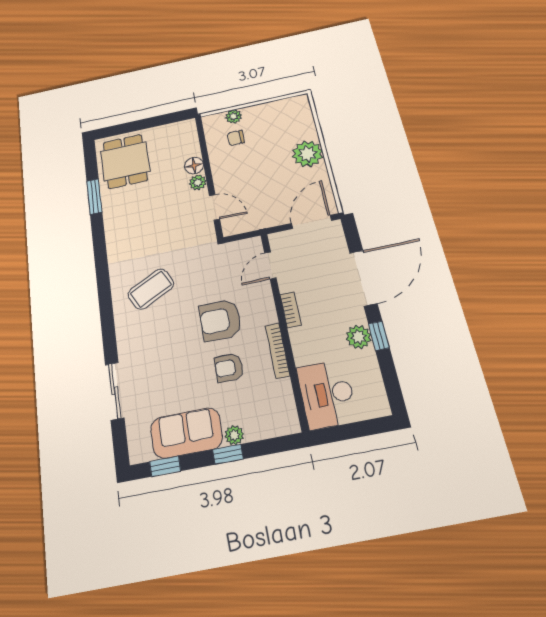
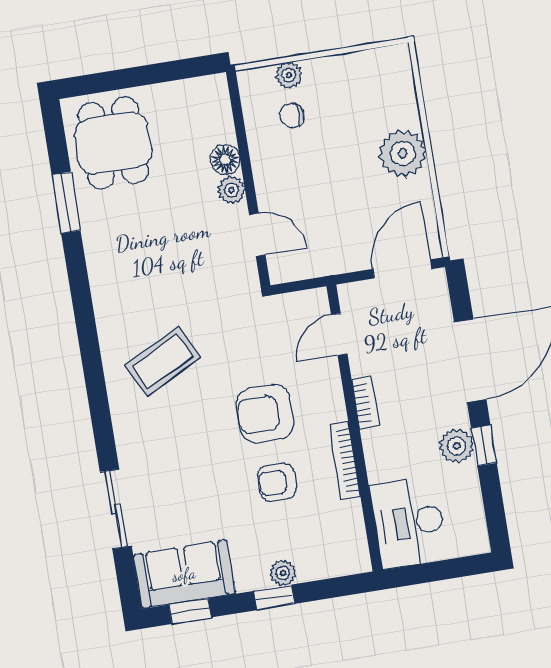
sofa: (186, 433) -> (184, 574), moved

